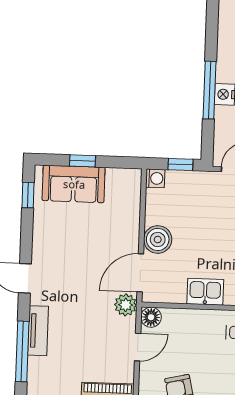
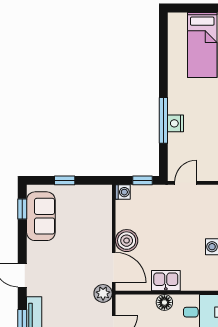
sofa: (74, 184) -> (41, 216), moved, turned -90
door: (140, 273) -> (114, 268), swing flipped
floor lamp: (151, 317) -> (164, 302), moved

